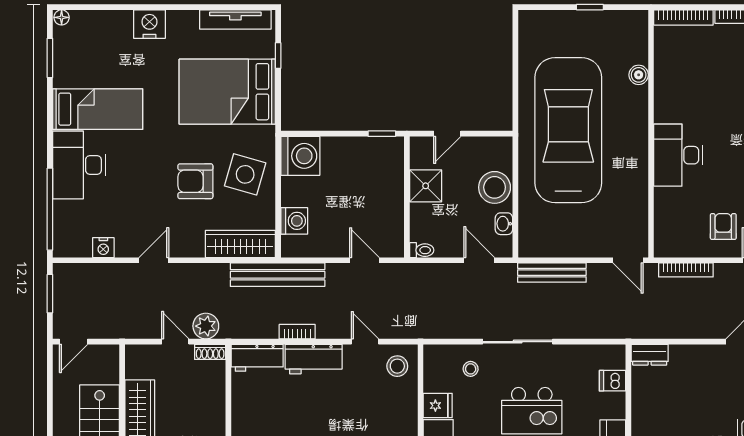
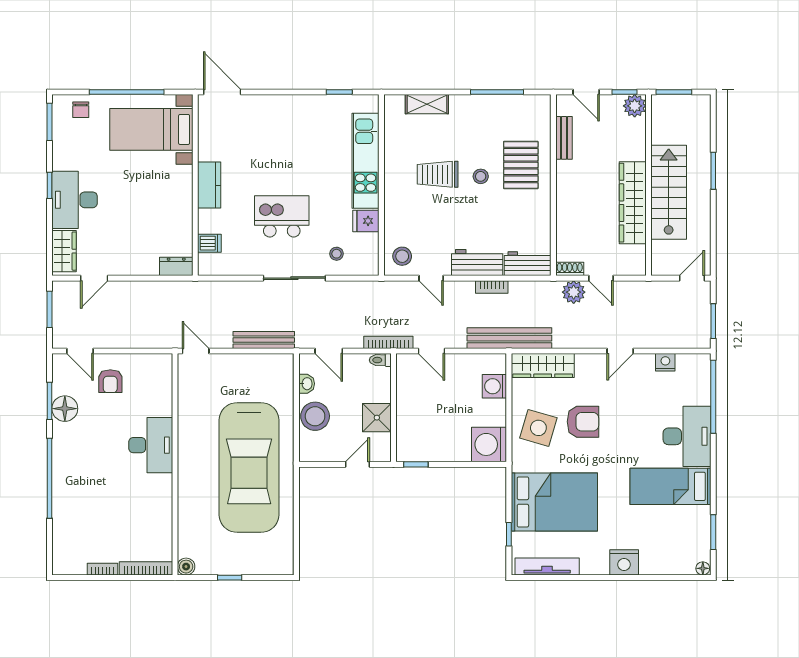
boiler: (639, 75) -> (186, 567), moved
bookcase: (686, 270) -> (388, 342), moved

